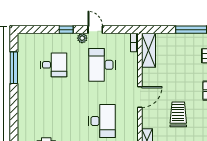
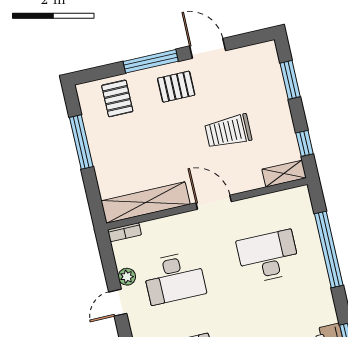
plant: (82, 38) -> (127, 277), moved
shelving: (148, 50) -> (146, 203), width x1.47

